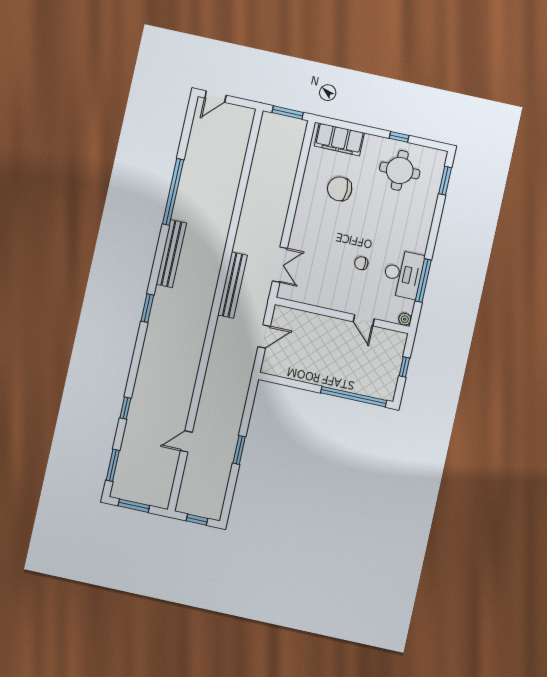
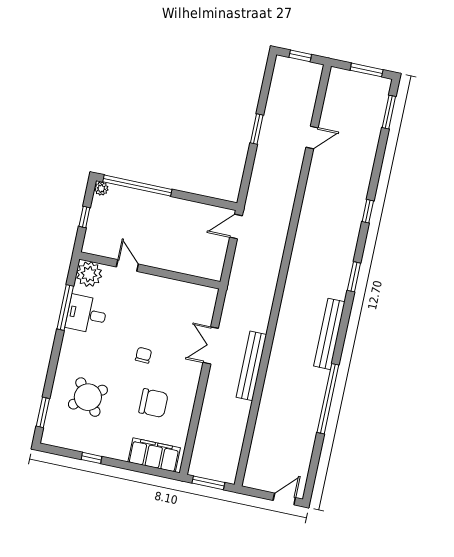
round table: (400, 170) -> (88, 397), moved, turned -38
chair: (361, 263) -> (143, 355), moved, turned -87
double door: (280, 265) -> (211, 345), moved
desk: (403, 274) -> (86, 314), width x0.73
bench: (232, 285) -> (251, 366), moved
plant: (405, 319) -> (89, 274), width x1.88, depth x1.88
door: (264, 336) -> (236, 227), moved
plant: (388, 394) -> (101, 189), added
window: (125, 408) -> (368, 211), moved

